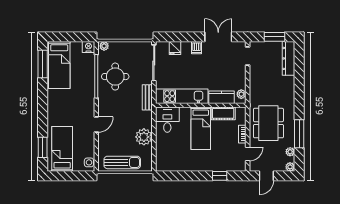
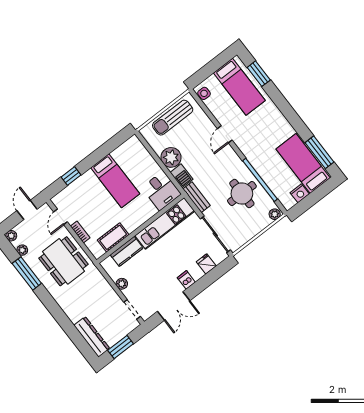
nightstand: (88, 47) -> (300, 193), moved
plant: (241, 94) -> (122, 284), moved
barbecue: (146, 119) -> (181, 176), added
bed: (201, 128) -> (115, 181), moved, turned 180

